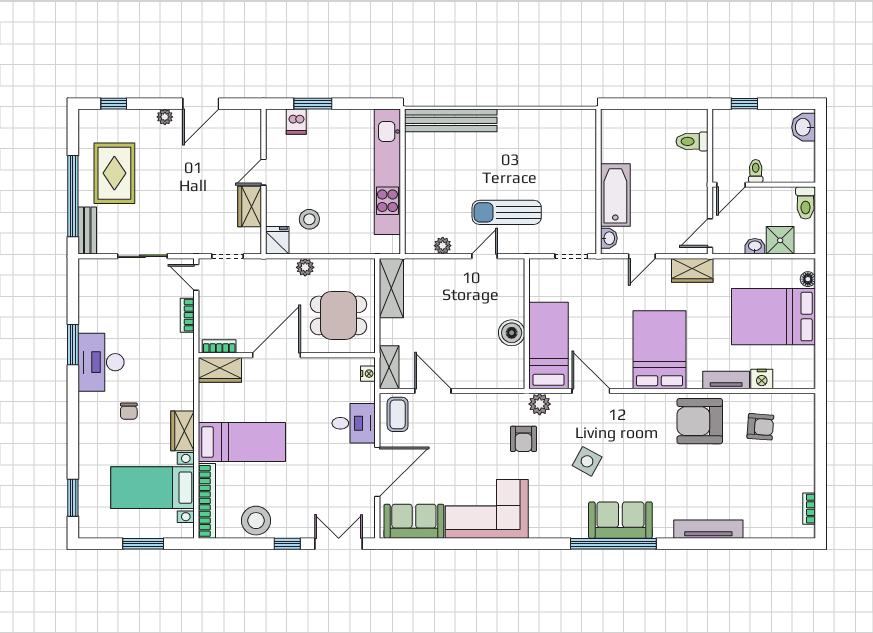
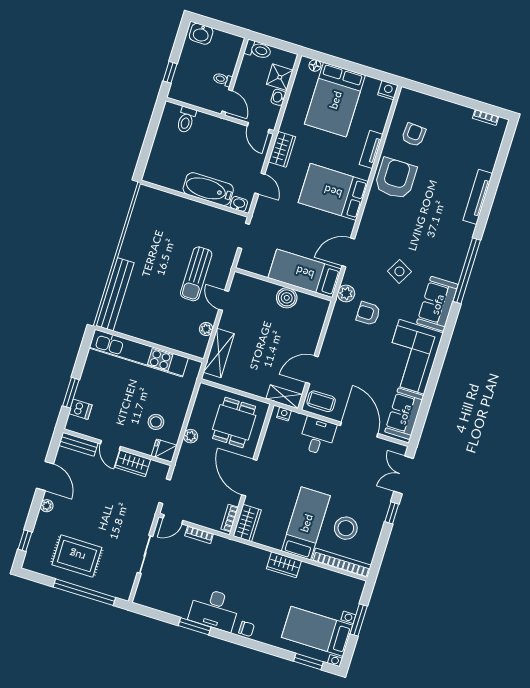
bench: (87, 230) -> (78, 444), moved
shelving: (391, 288) -> (219, 353), moved, turned 90
nightstand: (762, 379) -> (388, 90), moved, turned -90
chair: (129, 411) -> (247, 629), moved
armchair: (700, 421) -> (396, 178), turned 180
armchair: (523, 439) -> (368, 313), turned 180
bed with nightstands: (153, 488) -> (317, 631), moved, turned 90
sofa: (620, 520) -> (437, 304), moved
stool: (256, 521) -> (346, 528), moved

